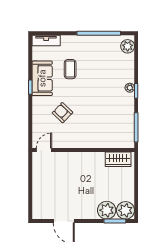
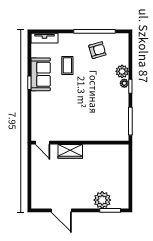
plant: (128, 46) -> (122, 71), moved
armchair: (62, 113) -> (97, 50), moved, turned 120
door: (44, 150) -> (43, 143), swing flipped
wardrobe: (118, 159) -> (70, 151), moved
plant: (126, 210) -> (120, 200), removed

